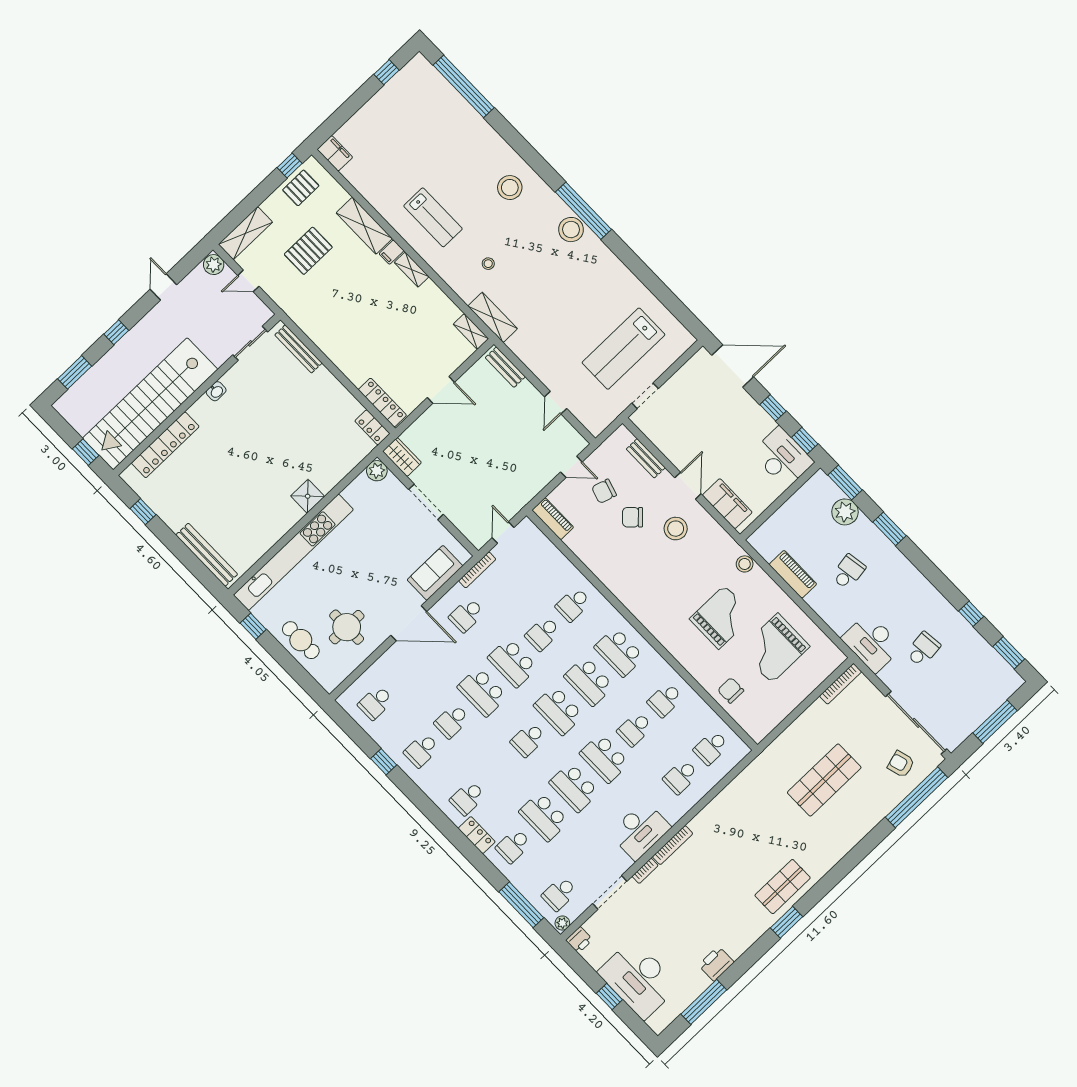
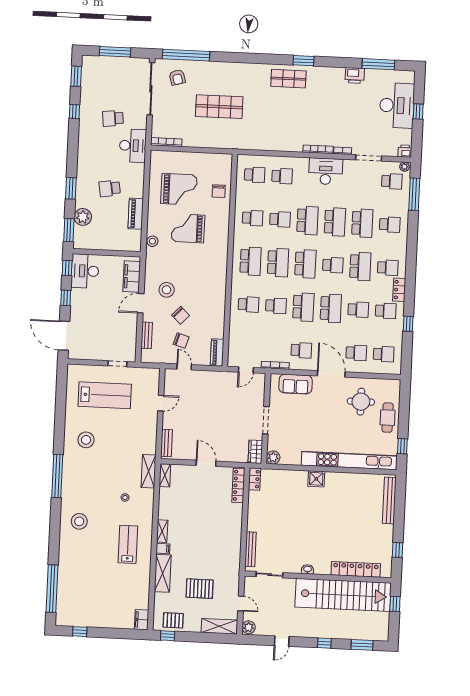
stool: (571, 230) -> (86, 440), moved
school desk: (406, 673) -> (356, 353), added
school desk: (498, 769) -> (360, 266), added
locker: (477, 835) -> (399, 290), moved

